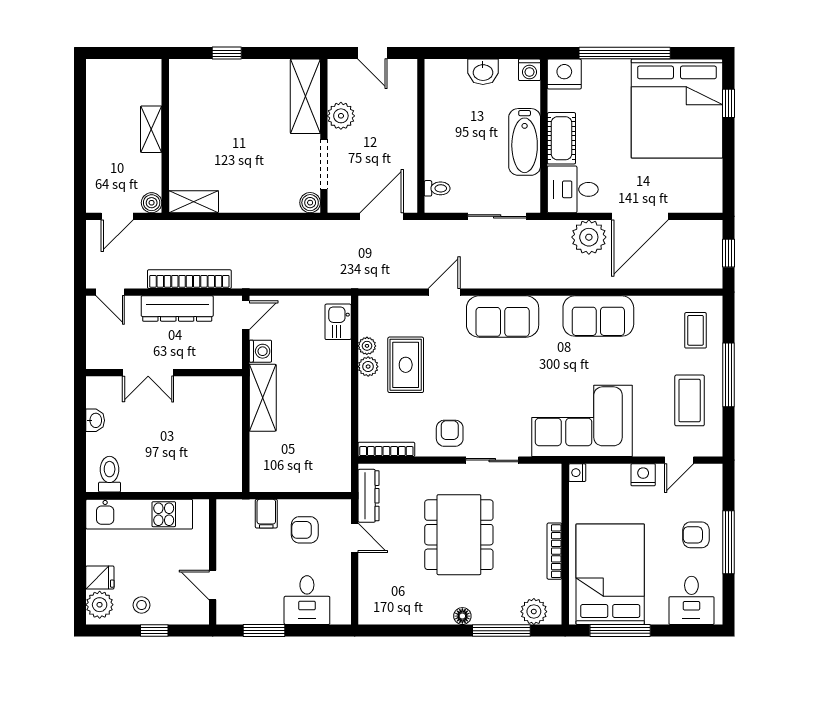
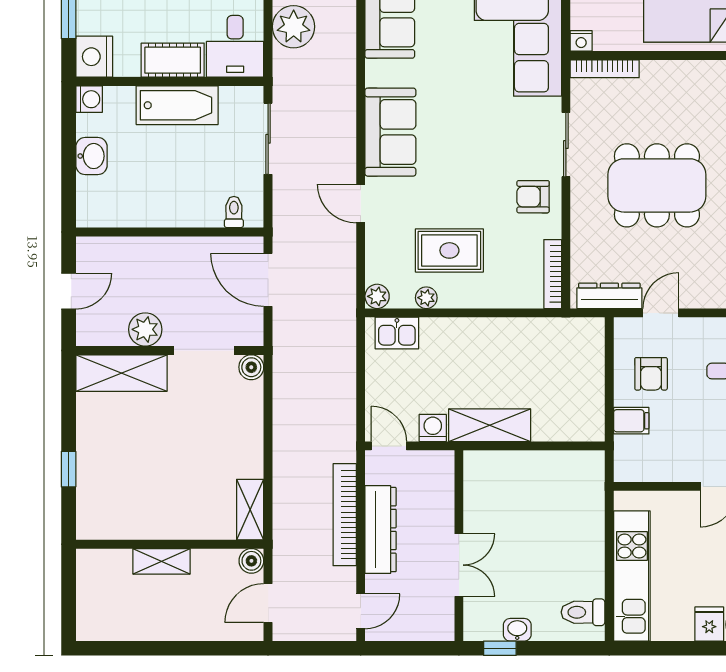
door: (117, 216) -> (268, 603), swing flipped
plant: (368, 367) -> (377, 296), moved
window: (80, 406) -> (500, 648), added
bookcase: (554, 551) -> (605, 69), moved

